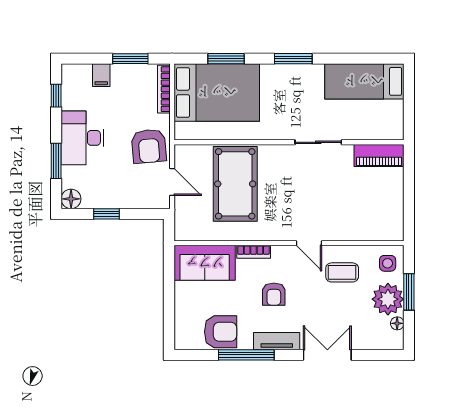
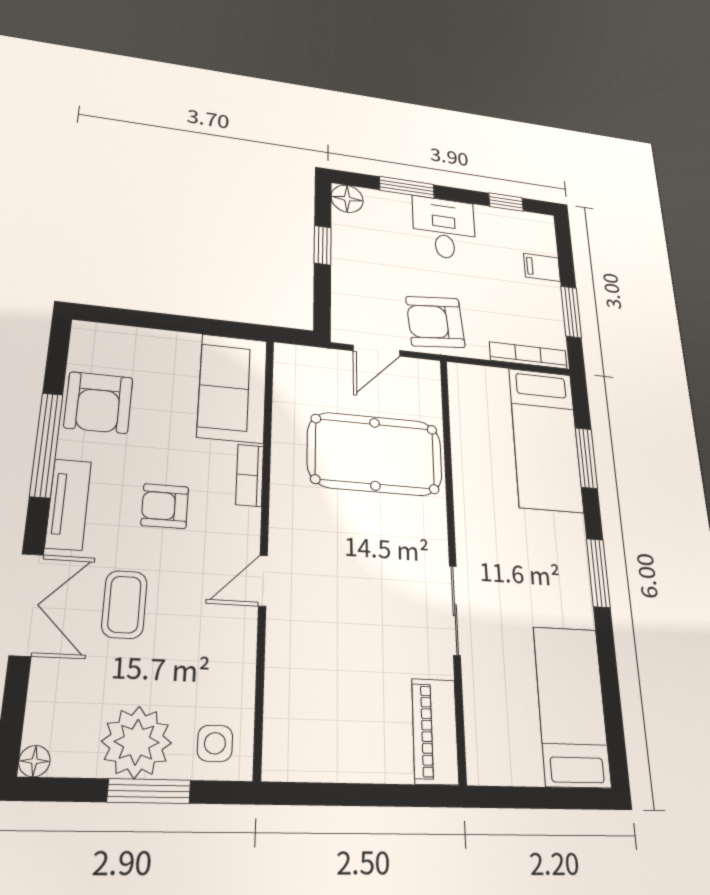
bed: (217, 92) -> (546, 439), width x0.67
desk: (82, 138) -> (444, 228), width x0.73
coffee table: (342, 272) -> (124, 604), moved
floor lamp: (397, 323) -> (34, 761), moved

